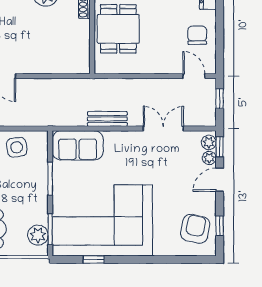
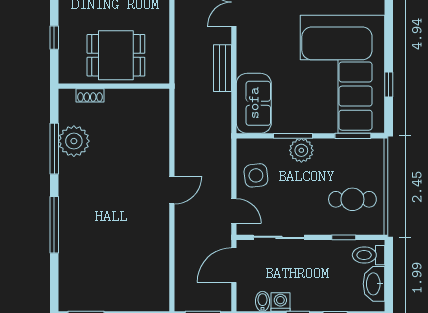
plant: (38, 235) -> (301, 150), moved

